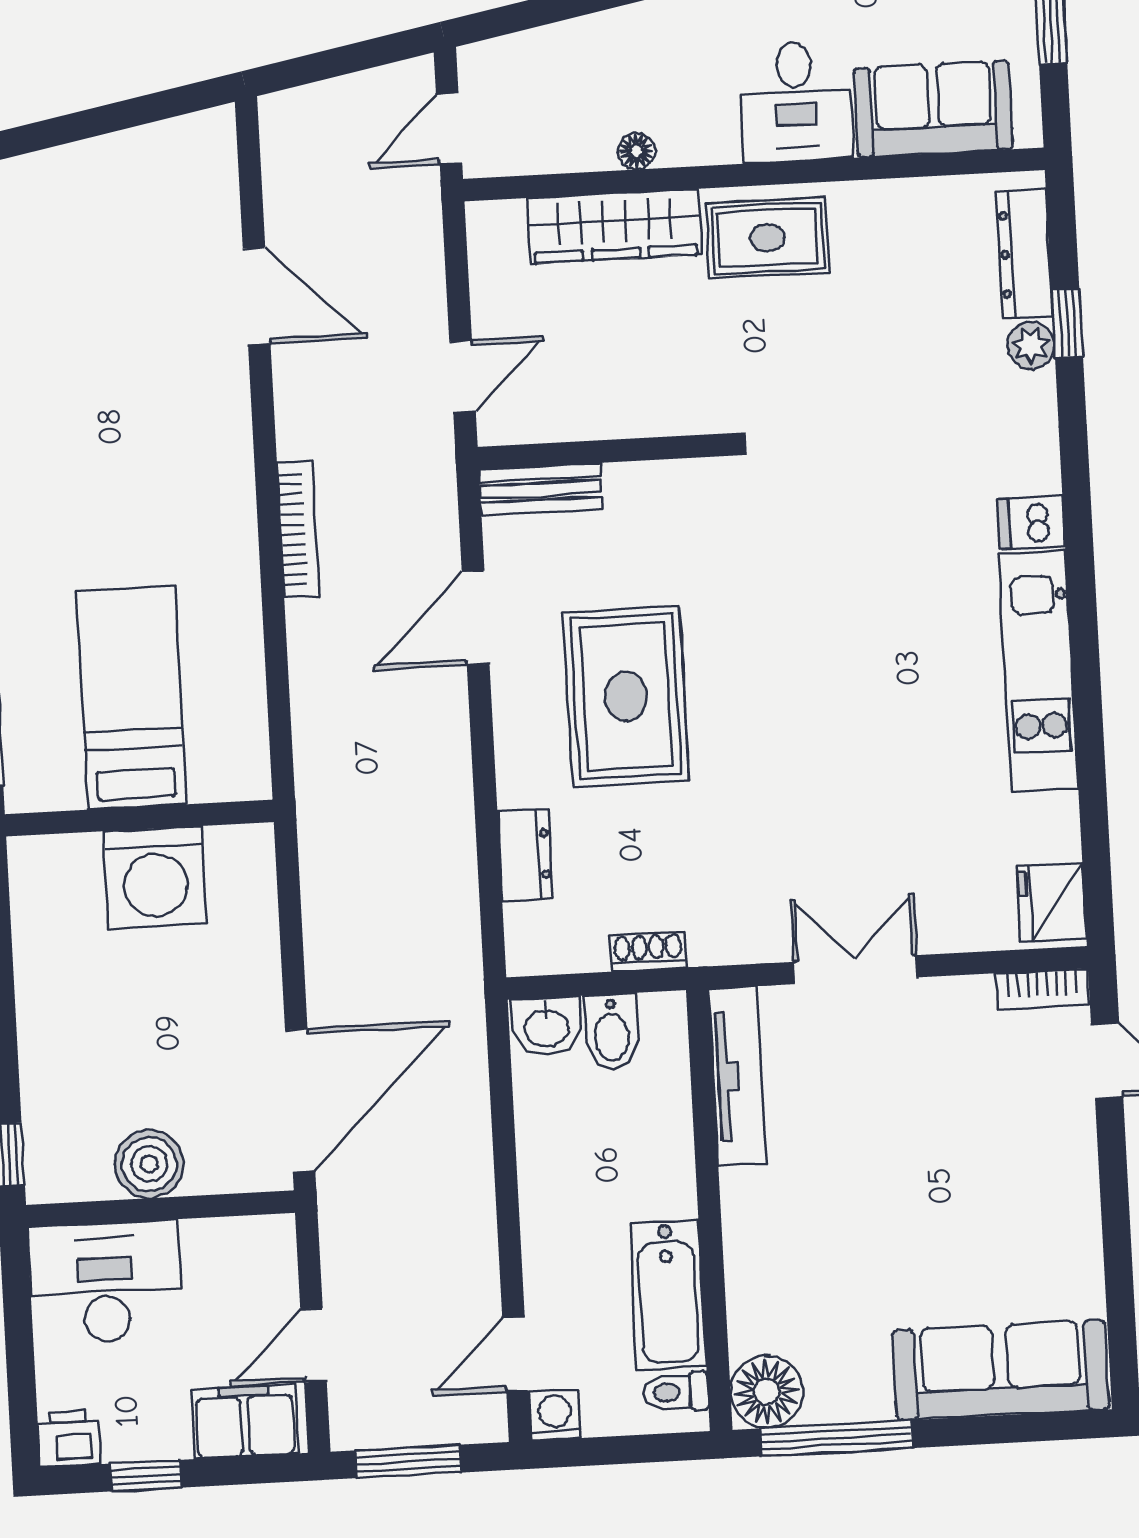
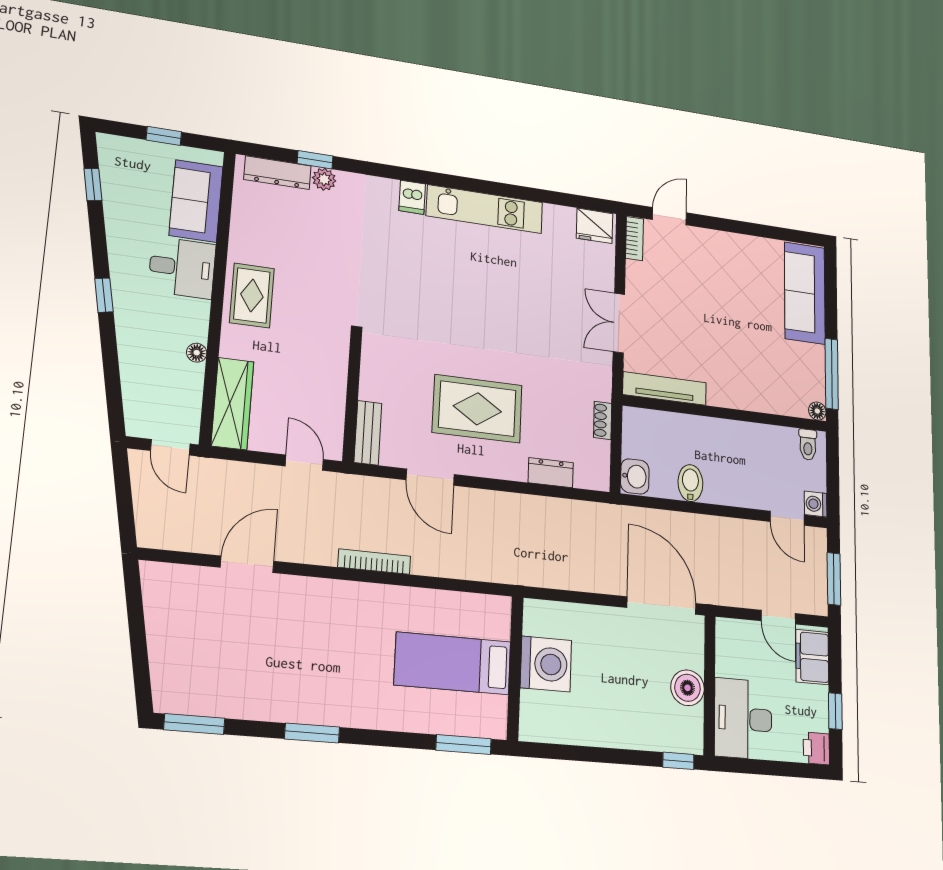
wardrobe: (614, 226) -> (232, 404), moved
bidet: (612, 1032) -> (690, 483), moved, turned -90
bathtub: (668, 1295) -> (764, 440), removed
floor lamp: (767, 1392) -> (817, 411), width x0.53, depth x0.53

